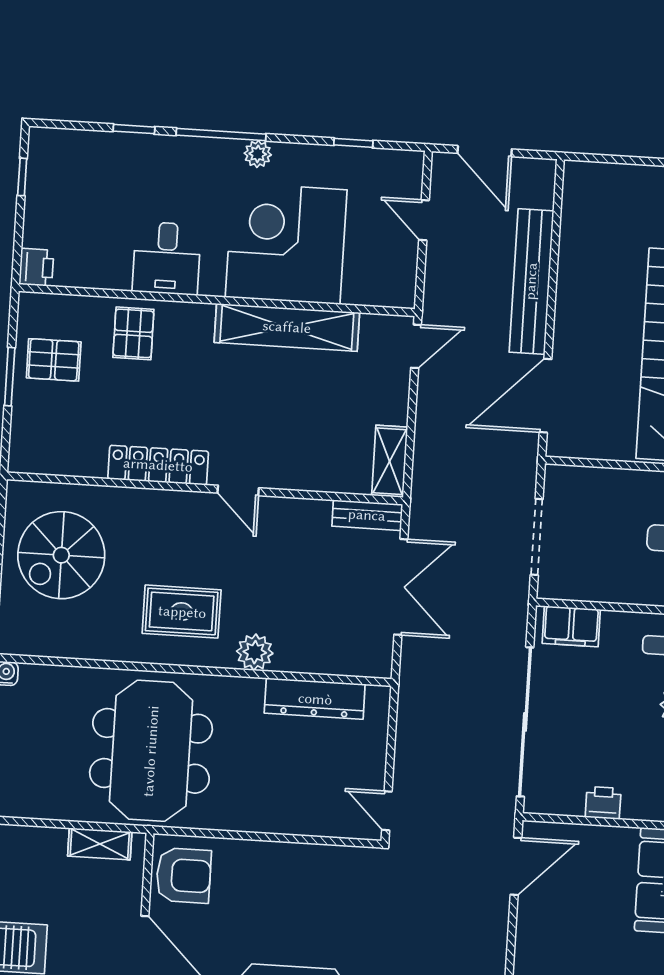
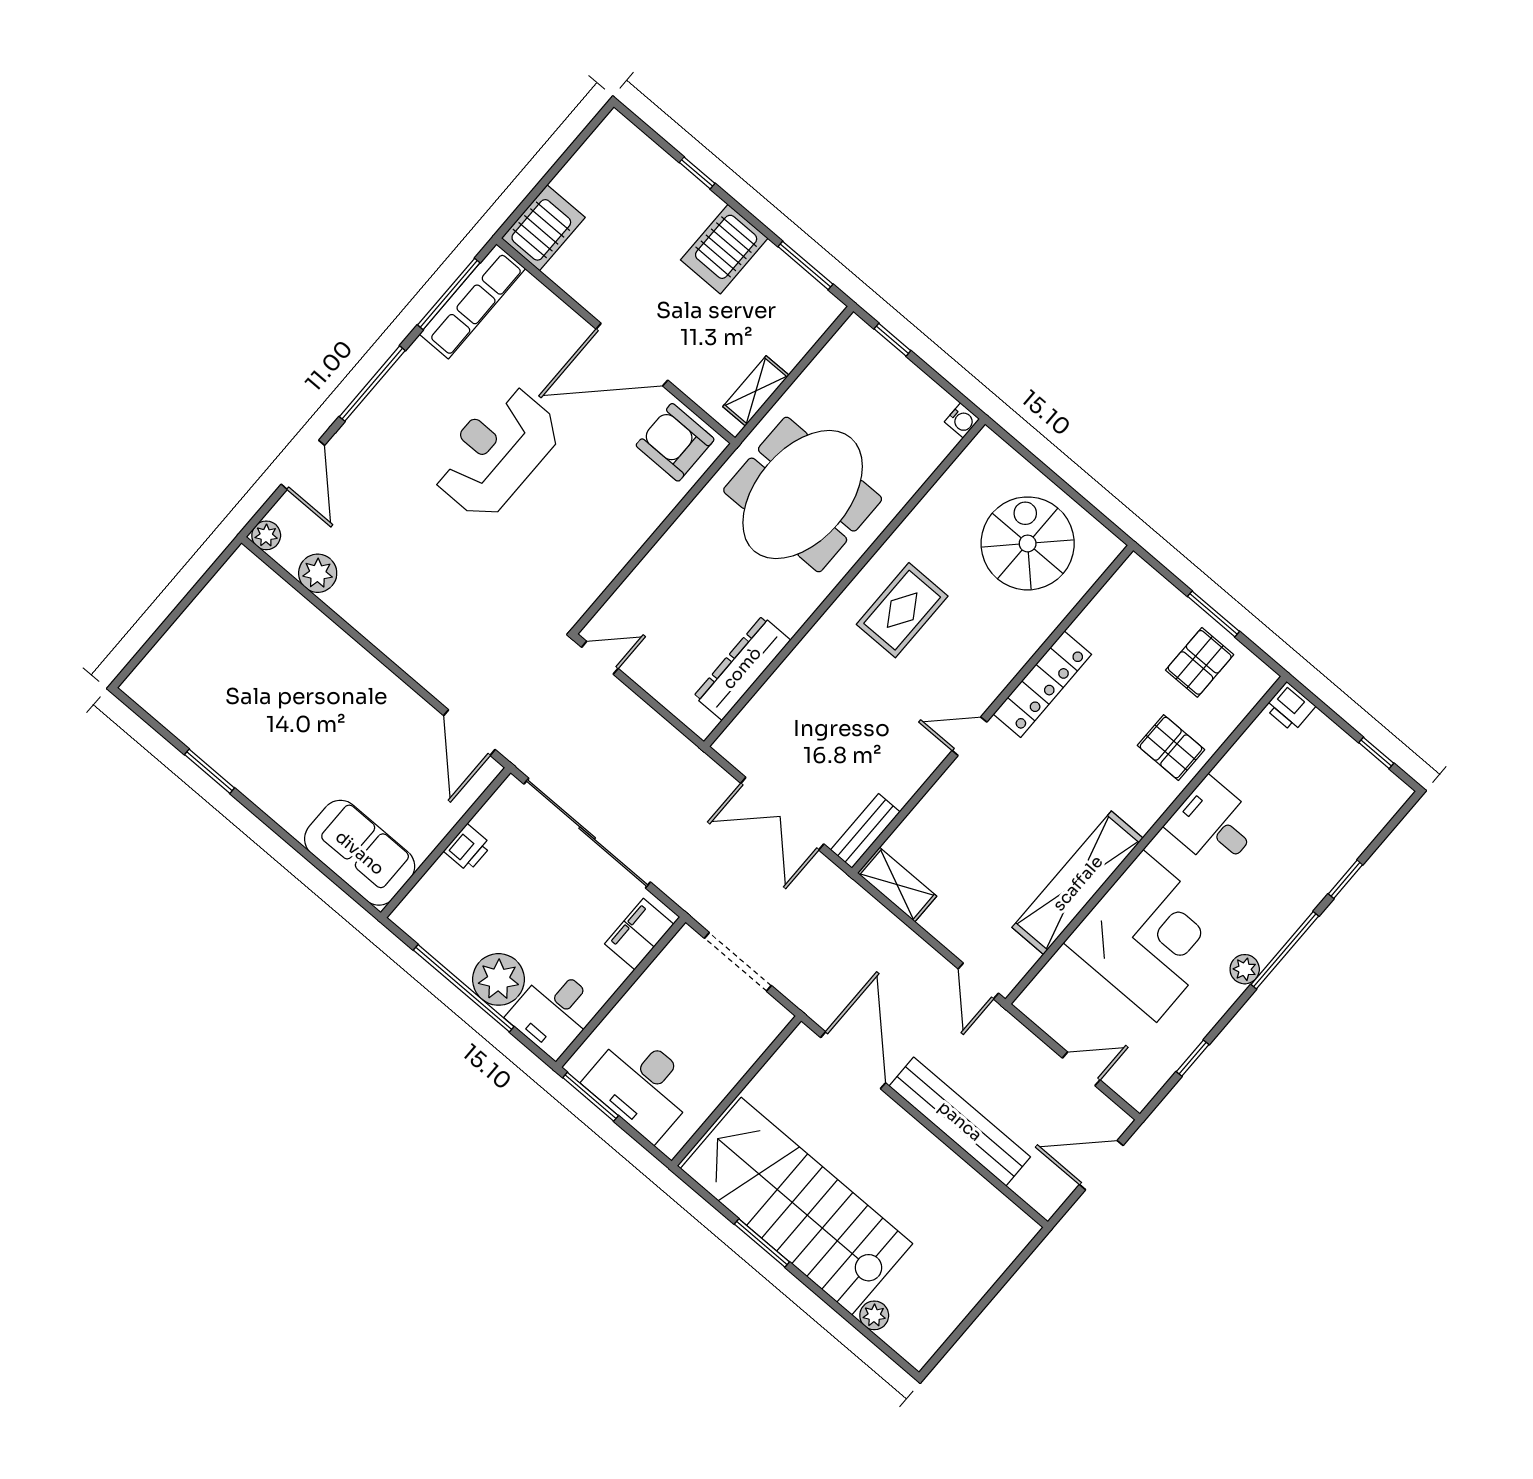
plant: (255, 652) -> (820, 647), removed
meeting table: (151, 751) -> (803, 495), turned 90
armchair: (184, 875) -> (675, 442), turned 90

